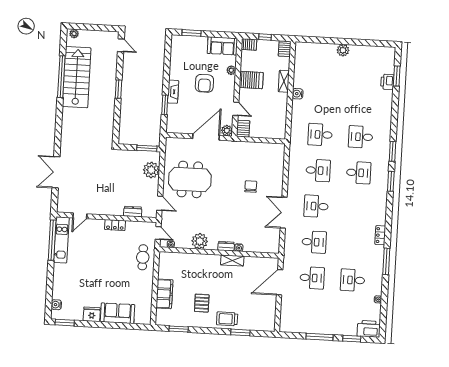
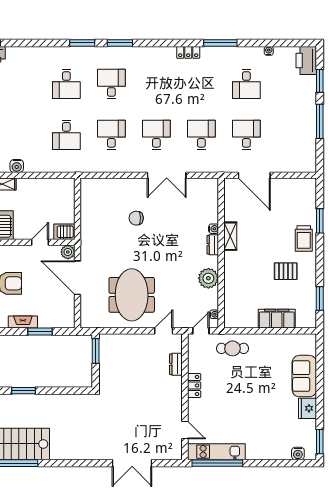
plant: (151, 170) -> (123, 344), removed
desk: (316, 206) -> (156, 135), turned 180

